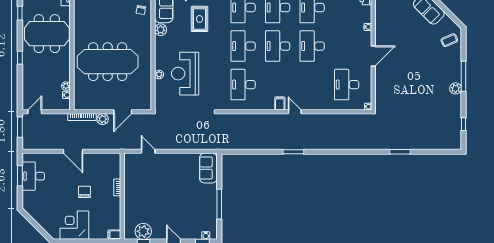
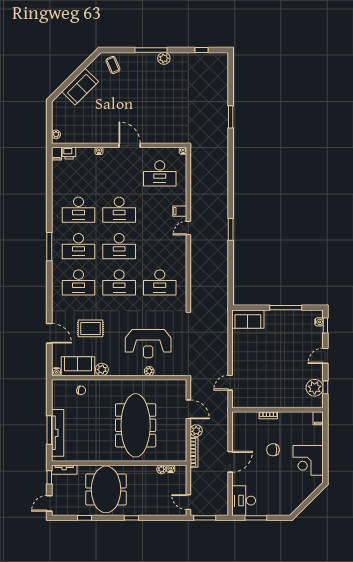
filing cabinet: (280, 104) -> (180, 211), moved
desk: (33, 176) -> (244, 501), moved, turned 90

